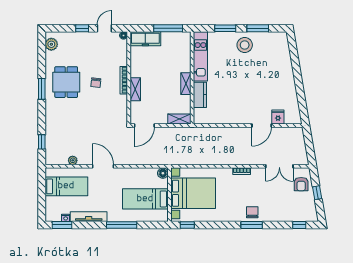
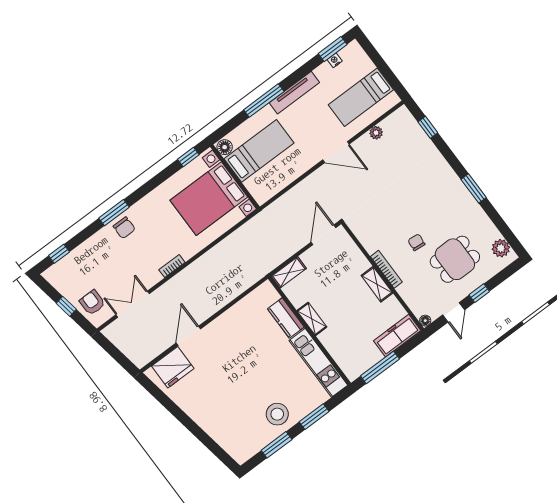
dining table: (66, 82) -> (455, 259), moved, turned 90
shelving: (135, 89) -> (377, 284), moved
fridge: (278, 117) -> (173, 367), width x1.88, depth x1.34
floor lamp: (163, 173) -> (225, 147), moved
tv unit: (89, 217) -> (294, 93), moved

